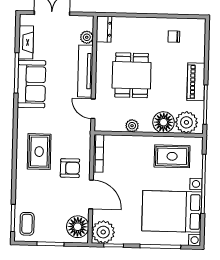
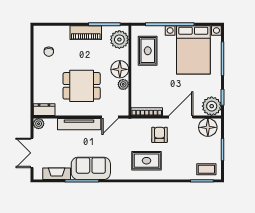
plant: (87, 37) -> (39, 124), moved
floor lamp: (164, 122) -> (120, 69), moved

